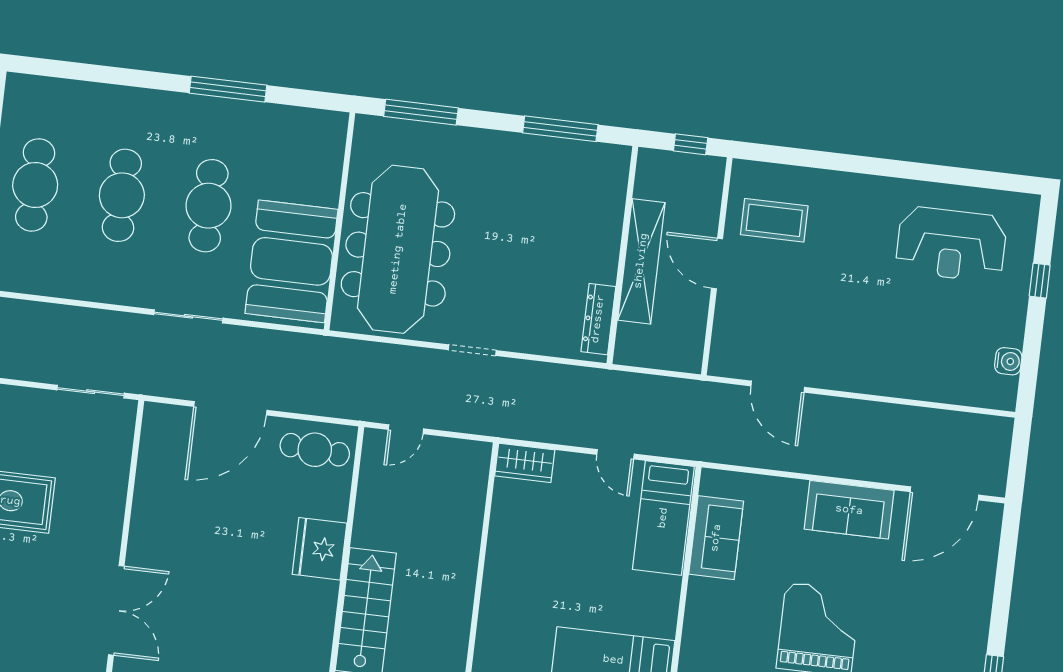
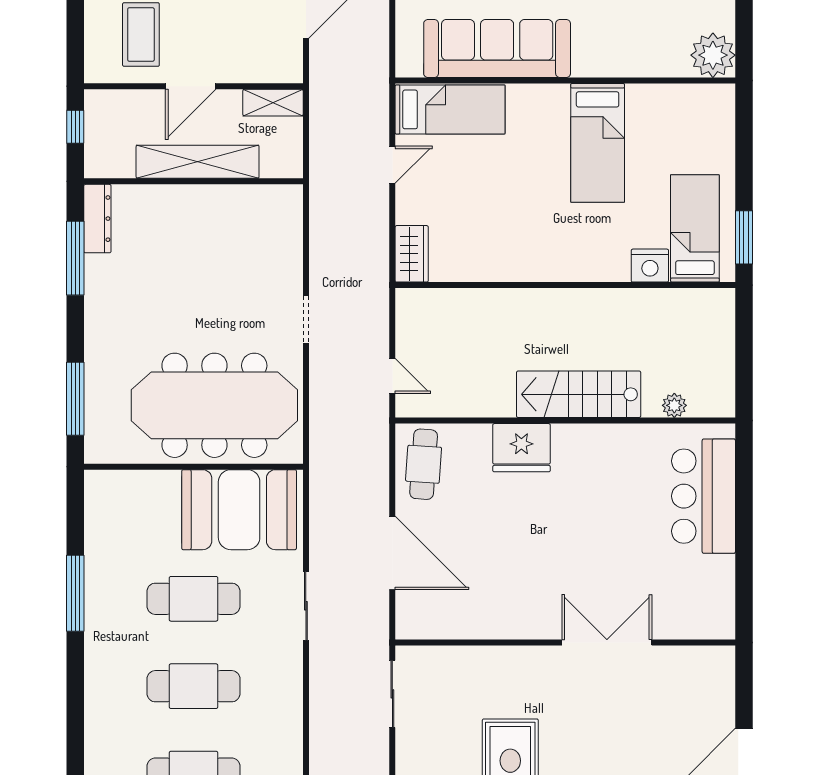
dresser: (598, 319) -> (97, 219), moved, turned -90
shelving: (691, 343) -> (273, 103), added
sofa: (716, 538) -> (497, 48), width x1.85, depth x1.27

